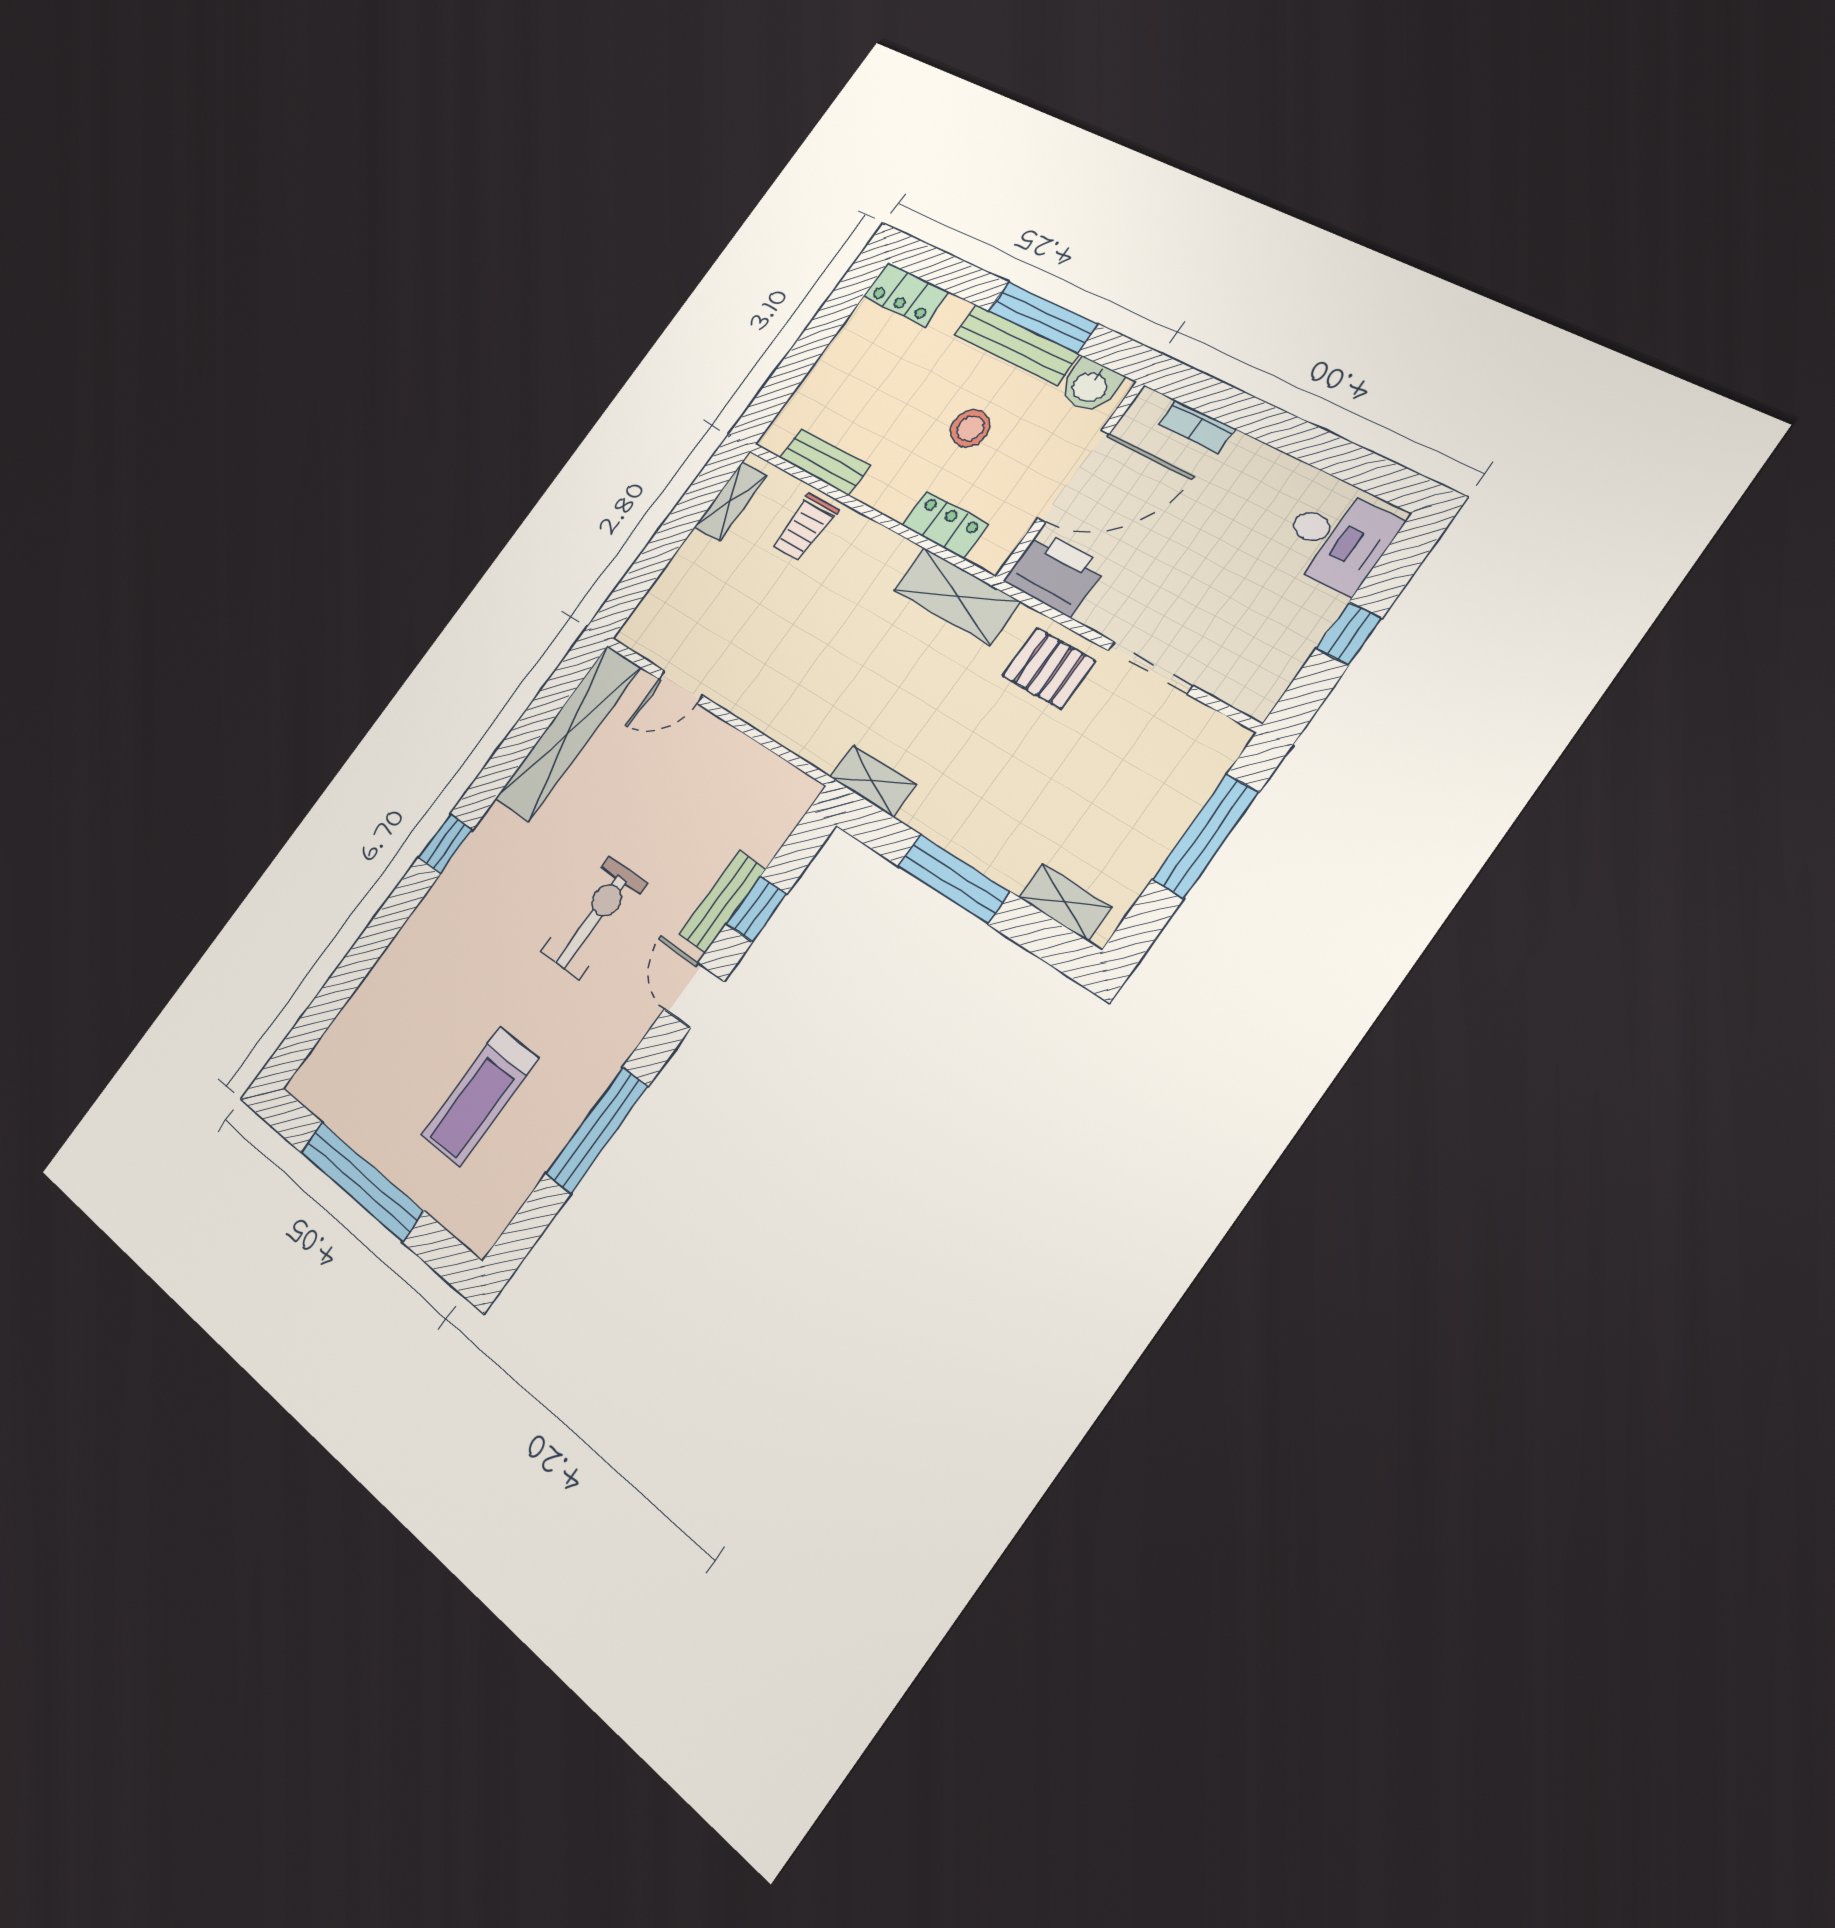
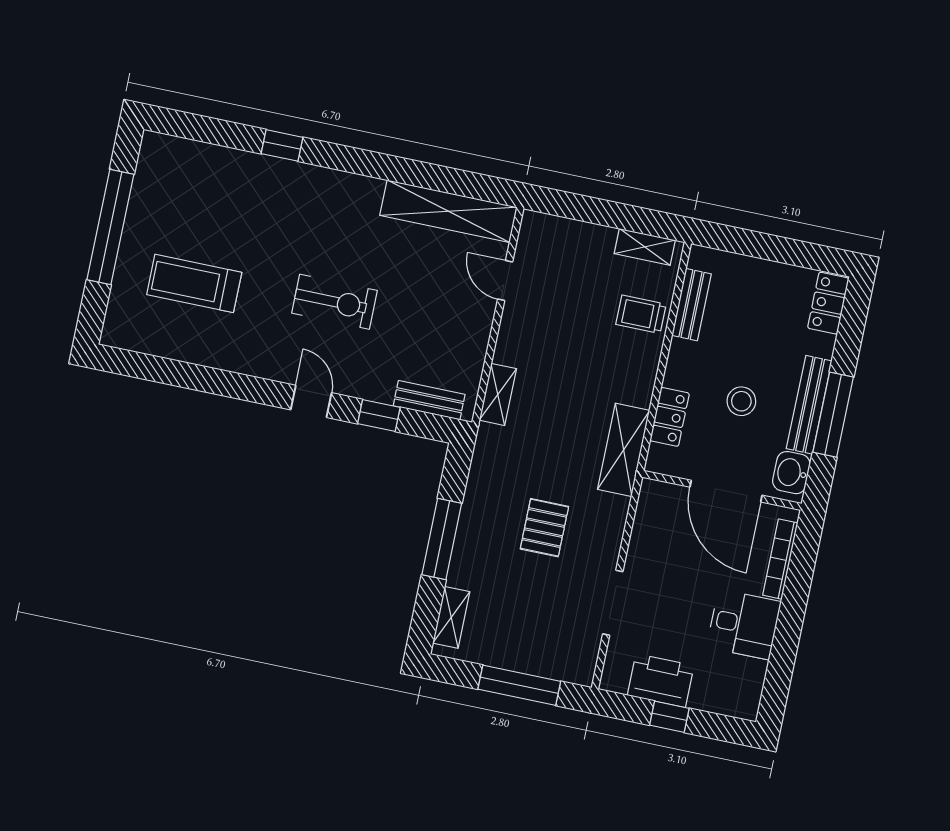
bookcase: (1197, 427) -> (780, 559), width x1.56
desk: (1337, 539) -> (744, 624), moved, turned -90
printer: (1055, 573) -> (661, 681), moved, turned -90
pallet: (1049, 668) -> (544, 528), moved
shelving: (873, 781) -> (498, 394), moved
window: (445, 844) -> (282, 145), moved
bench: (722, 902) -> (429, 400), moved
door: (694, 995) -> (311, 401), hinge flipped
window: (597, 1130) -> (206, 379), removed

